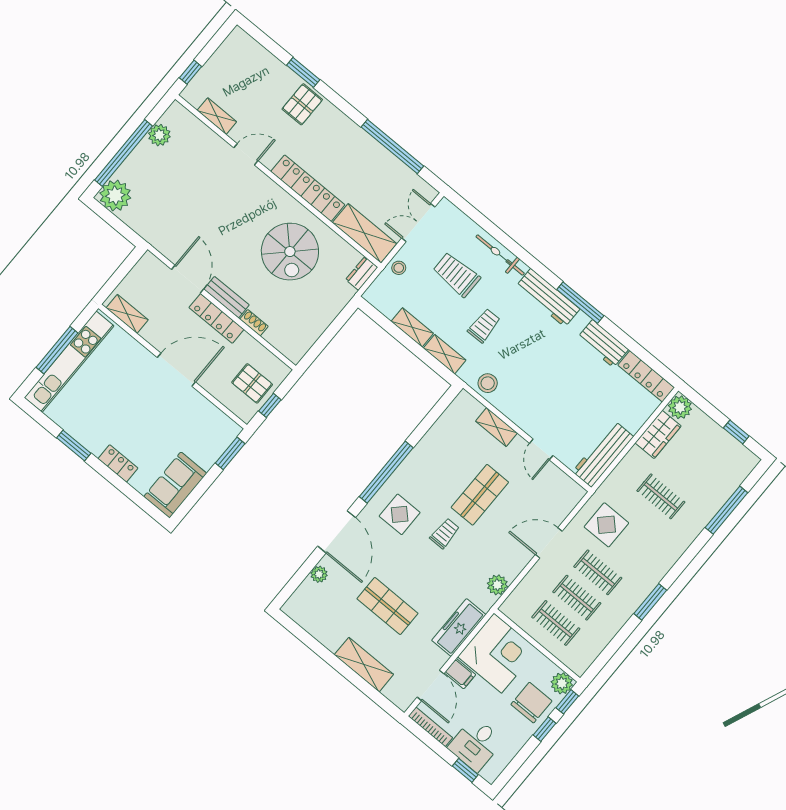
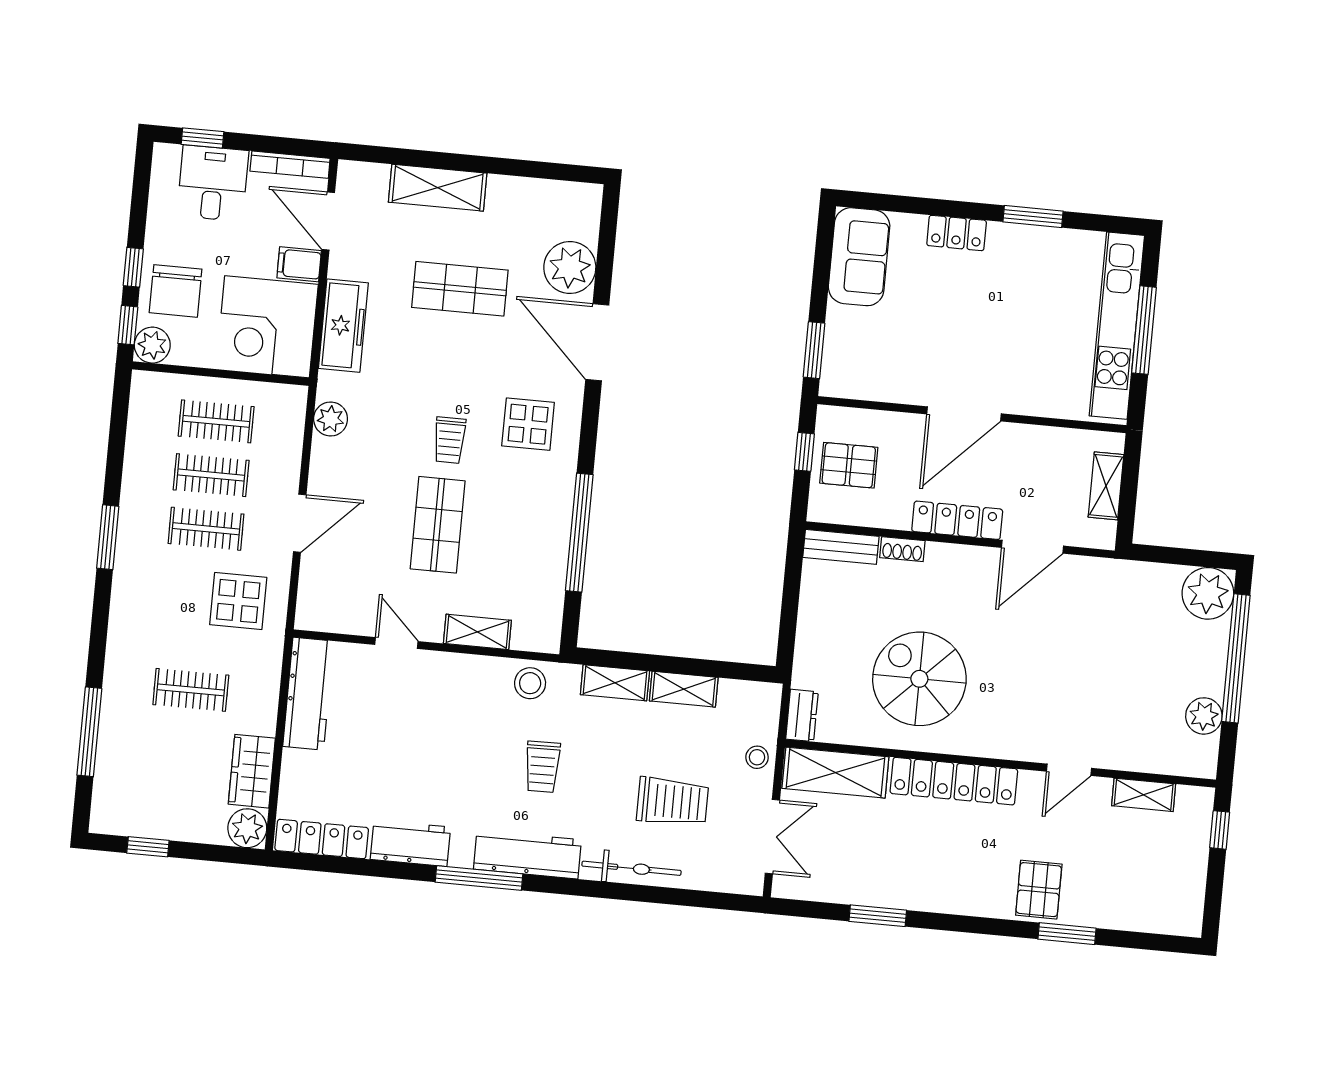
window: (392, 147) -> (878, 916), width x0.47
door: (188, 279) -> (1033, 547), hinge flipped
bench: (226, 297) -> (841, 547), moved
shelving: (127, 314) -> (1106, 486), moved, turned 90
trolley: (484, 326) -> (542, 767), moved
window: (386, 472) -> (579, 533), moved
plant: (319, 574) -> (570, 267), width x1.88, depth x1.88

